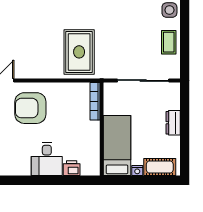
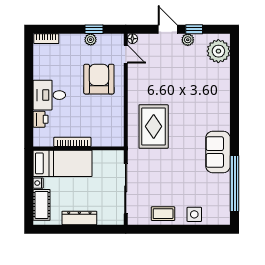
rug: (79, 52) -> (154, 126), turned 90
bookcase: (95, 101) -> (72, 142), moved
dresser: (173, 123) -> (79, 218), width x1.44

